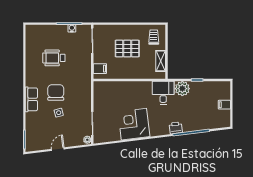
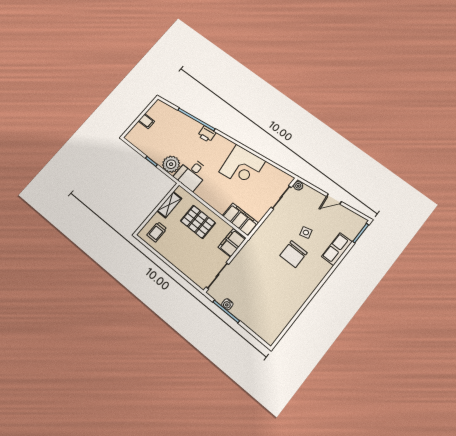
pallet: (127, 48) -> (198, 222), moved
wheelchair: (54, 58) -> (268, 289), removed
filing cabinet: (100, 69) -> (232, 243), width x2.00
filing cabinet: (107, 88) -> (240, 219), added
row of seats: (31, 99) -> (337, 249), moved

